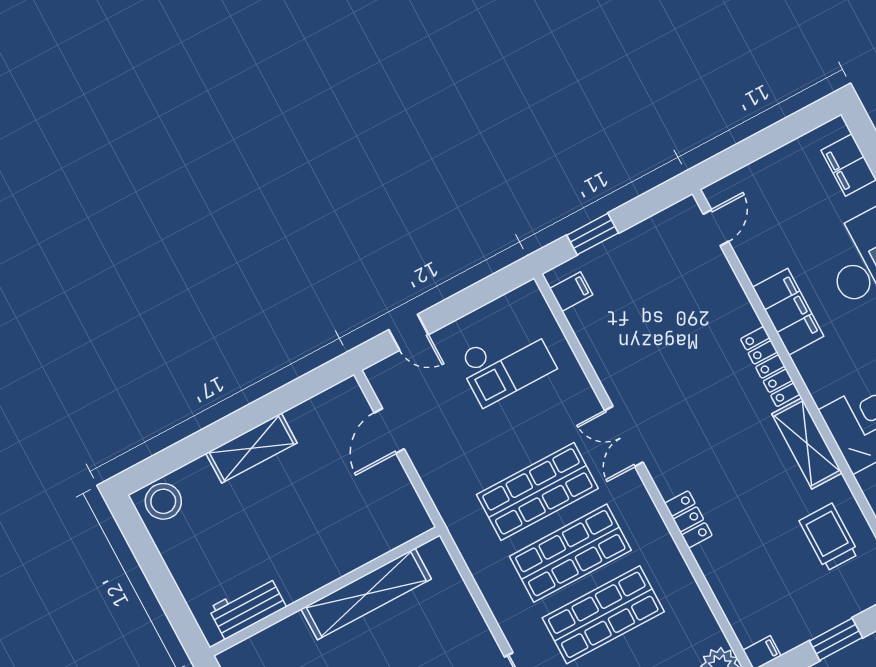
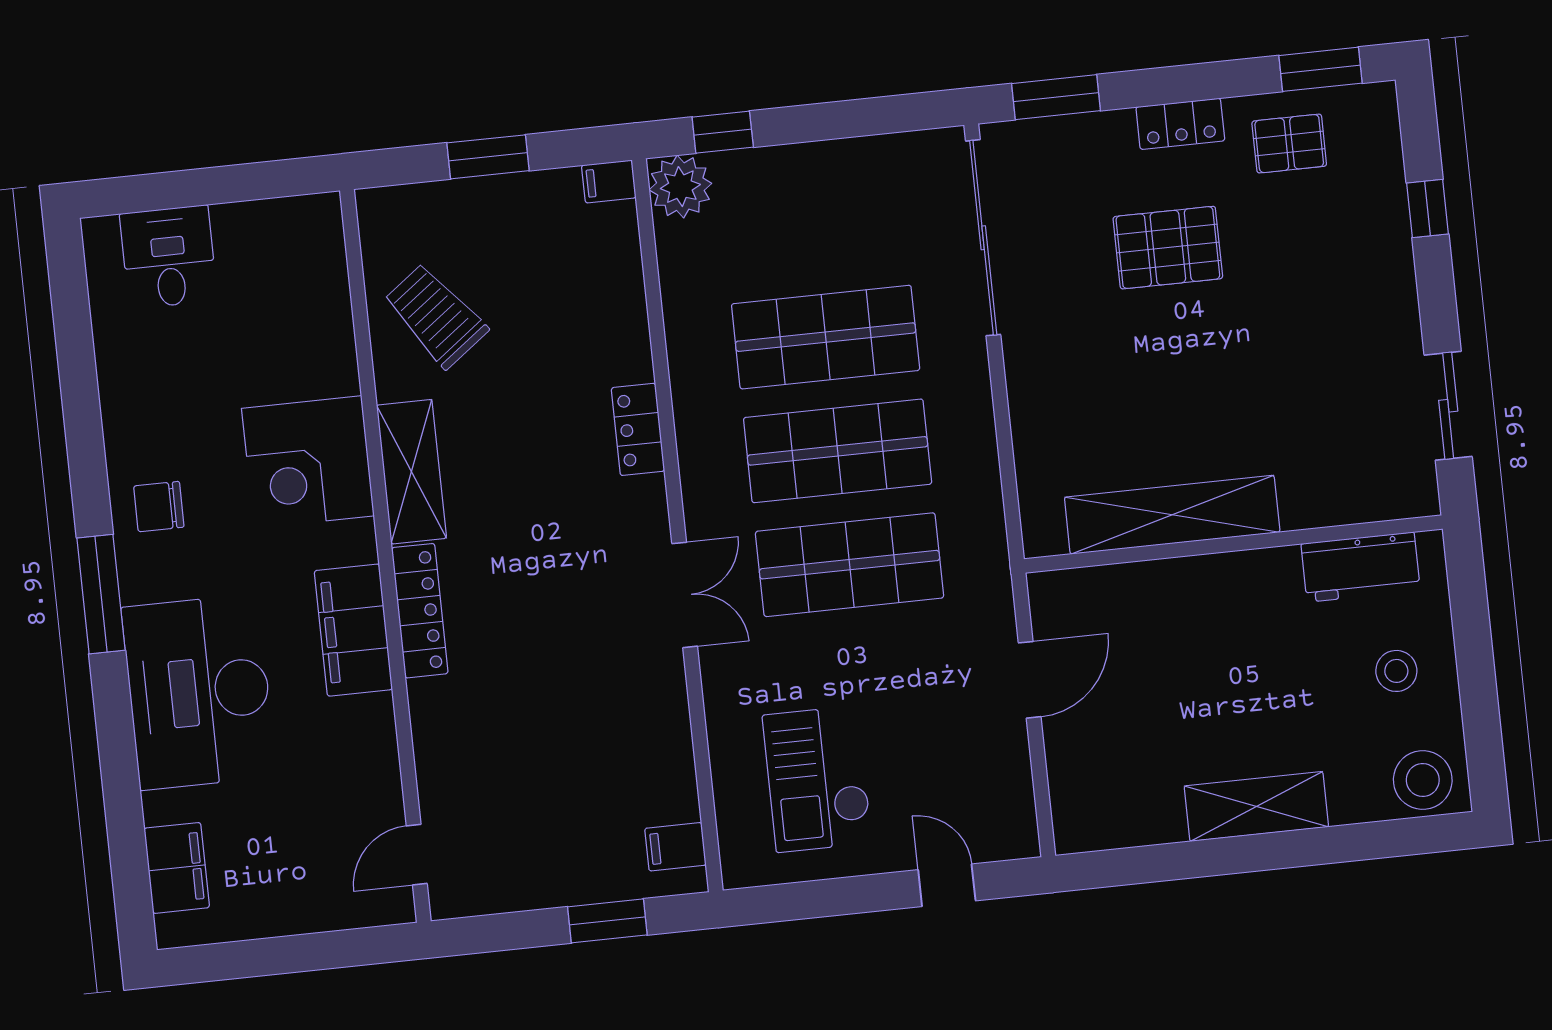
filing cabinet: (788, 312) -> (353, 630), moved
checkout: (506, 363) -> (817, 779), turned -90
door: (389, 431) -> (1030, 680), moved
trolley: (829, 537) -> (436, 316), turned 143
stool: (203, 557) -> (1396, 671), added

